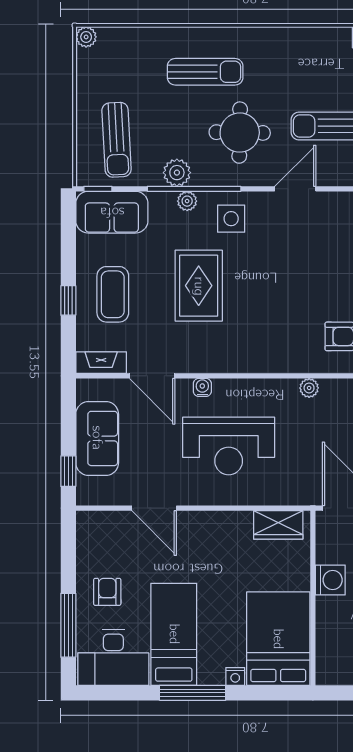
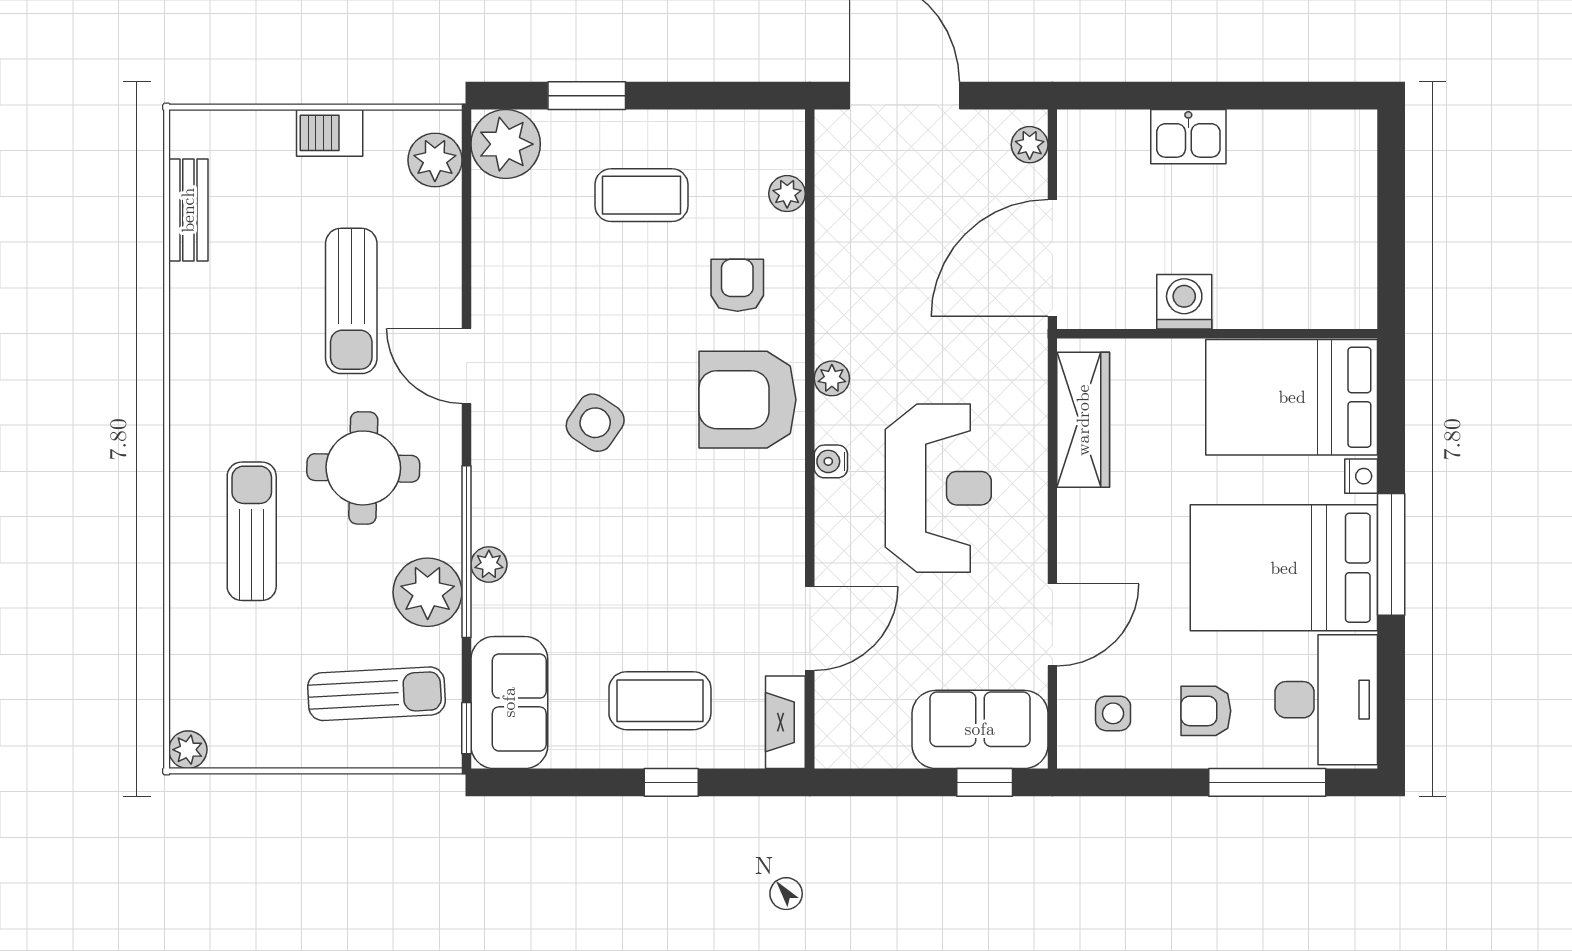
plant: (177, 173) -> (428, 592), width x1.36, depth x1.36
side table: (231, 219) -> (595, 423), moved, turned 34
rug: (199, 286) -> (644, 543), removed
armchair: (277, 342) -> (748, 400), added
water cooler: (202, 387) -> (831, 461), moved
plant: (309, 388) -> (832, 378), moved
sofa: (97, 438) -> (980, 729), moved
wardrobe: (278, 525) -> (1083, 420), width x1.50
side table: (106, 541) -> (1113, 713), added
bed: (174, 634) -> (1284, 568), width x1.50

